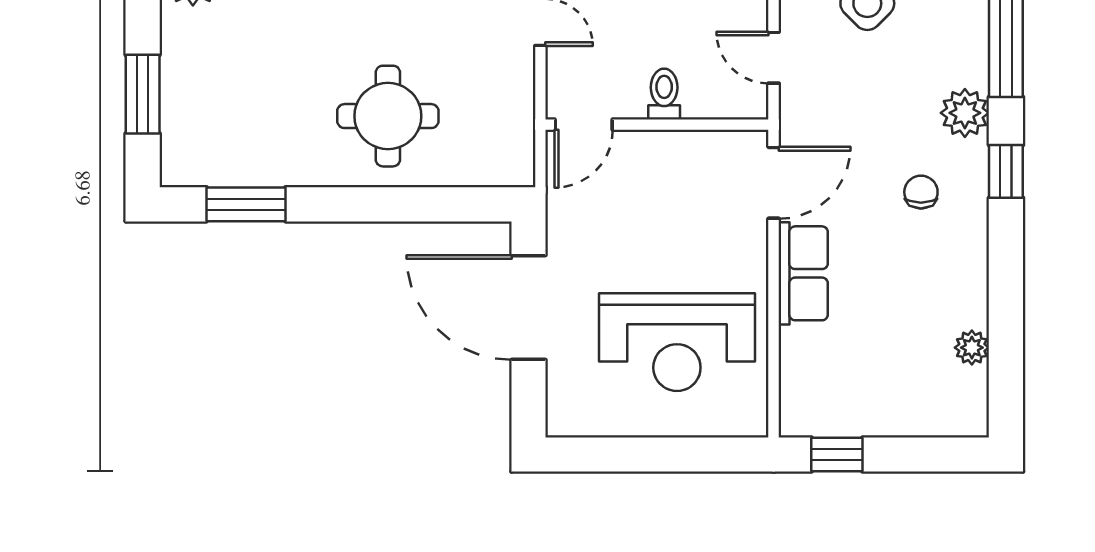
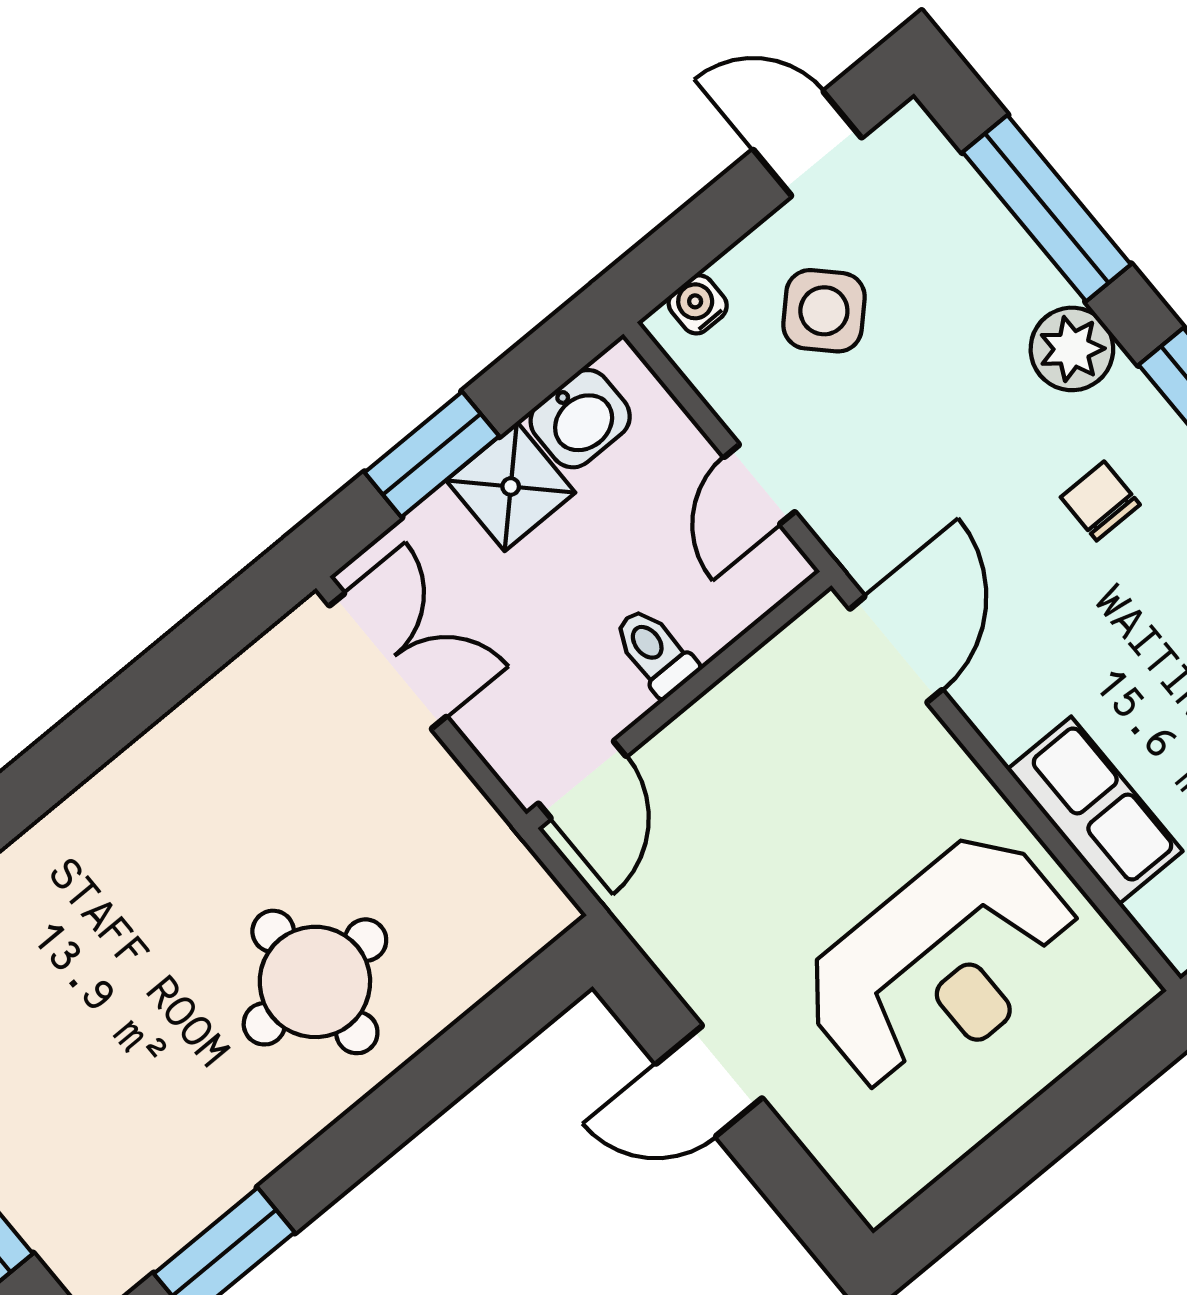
door: (774, 58) -> (760, 484), hinge flipped
row of seats: (803, 273) -> (1095, 810), moved
door: (528, 307) -> (709, 1081), width x0.53

